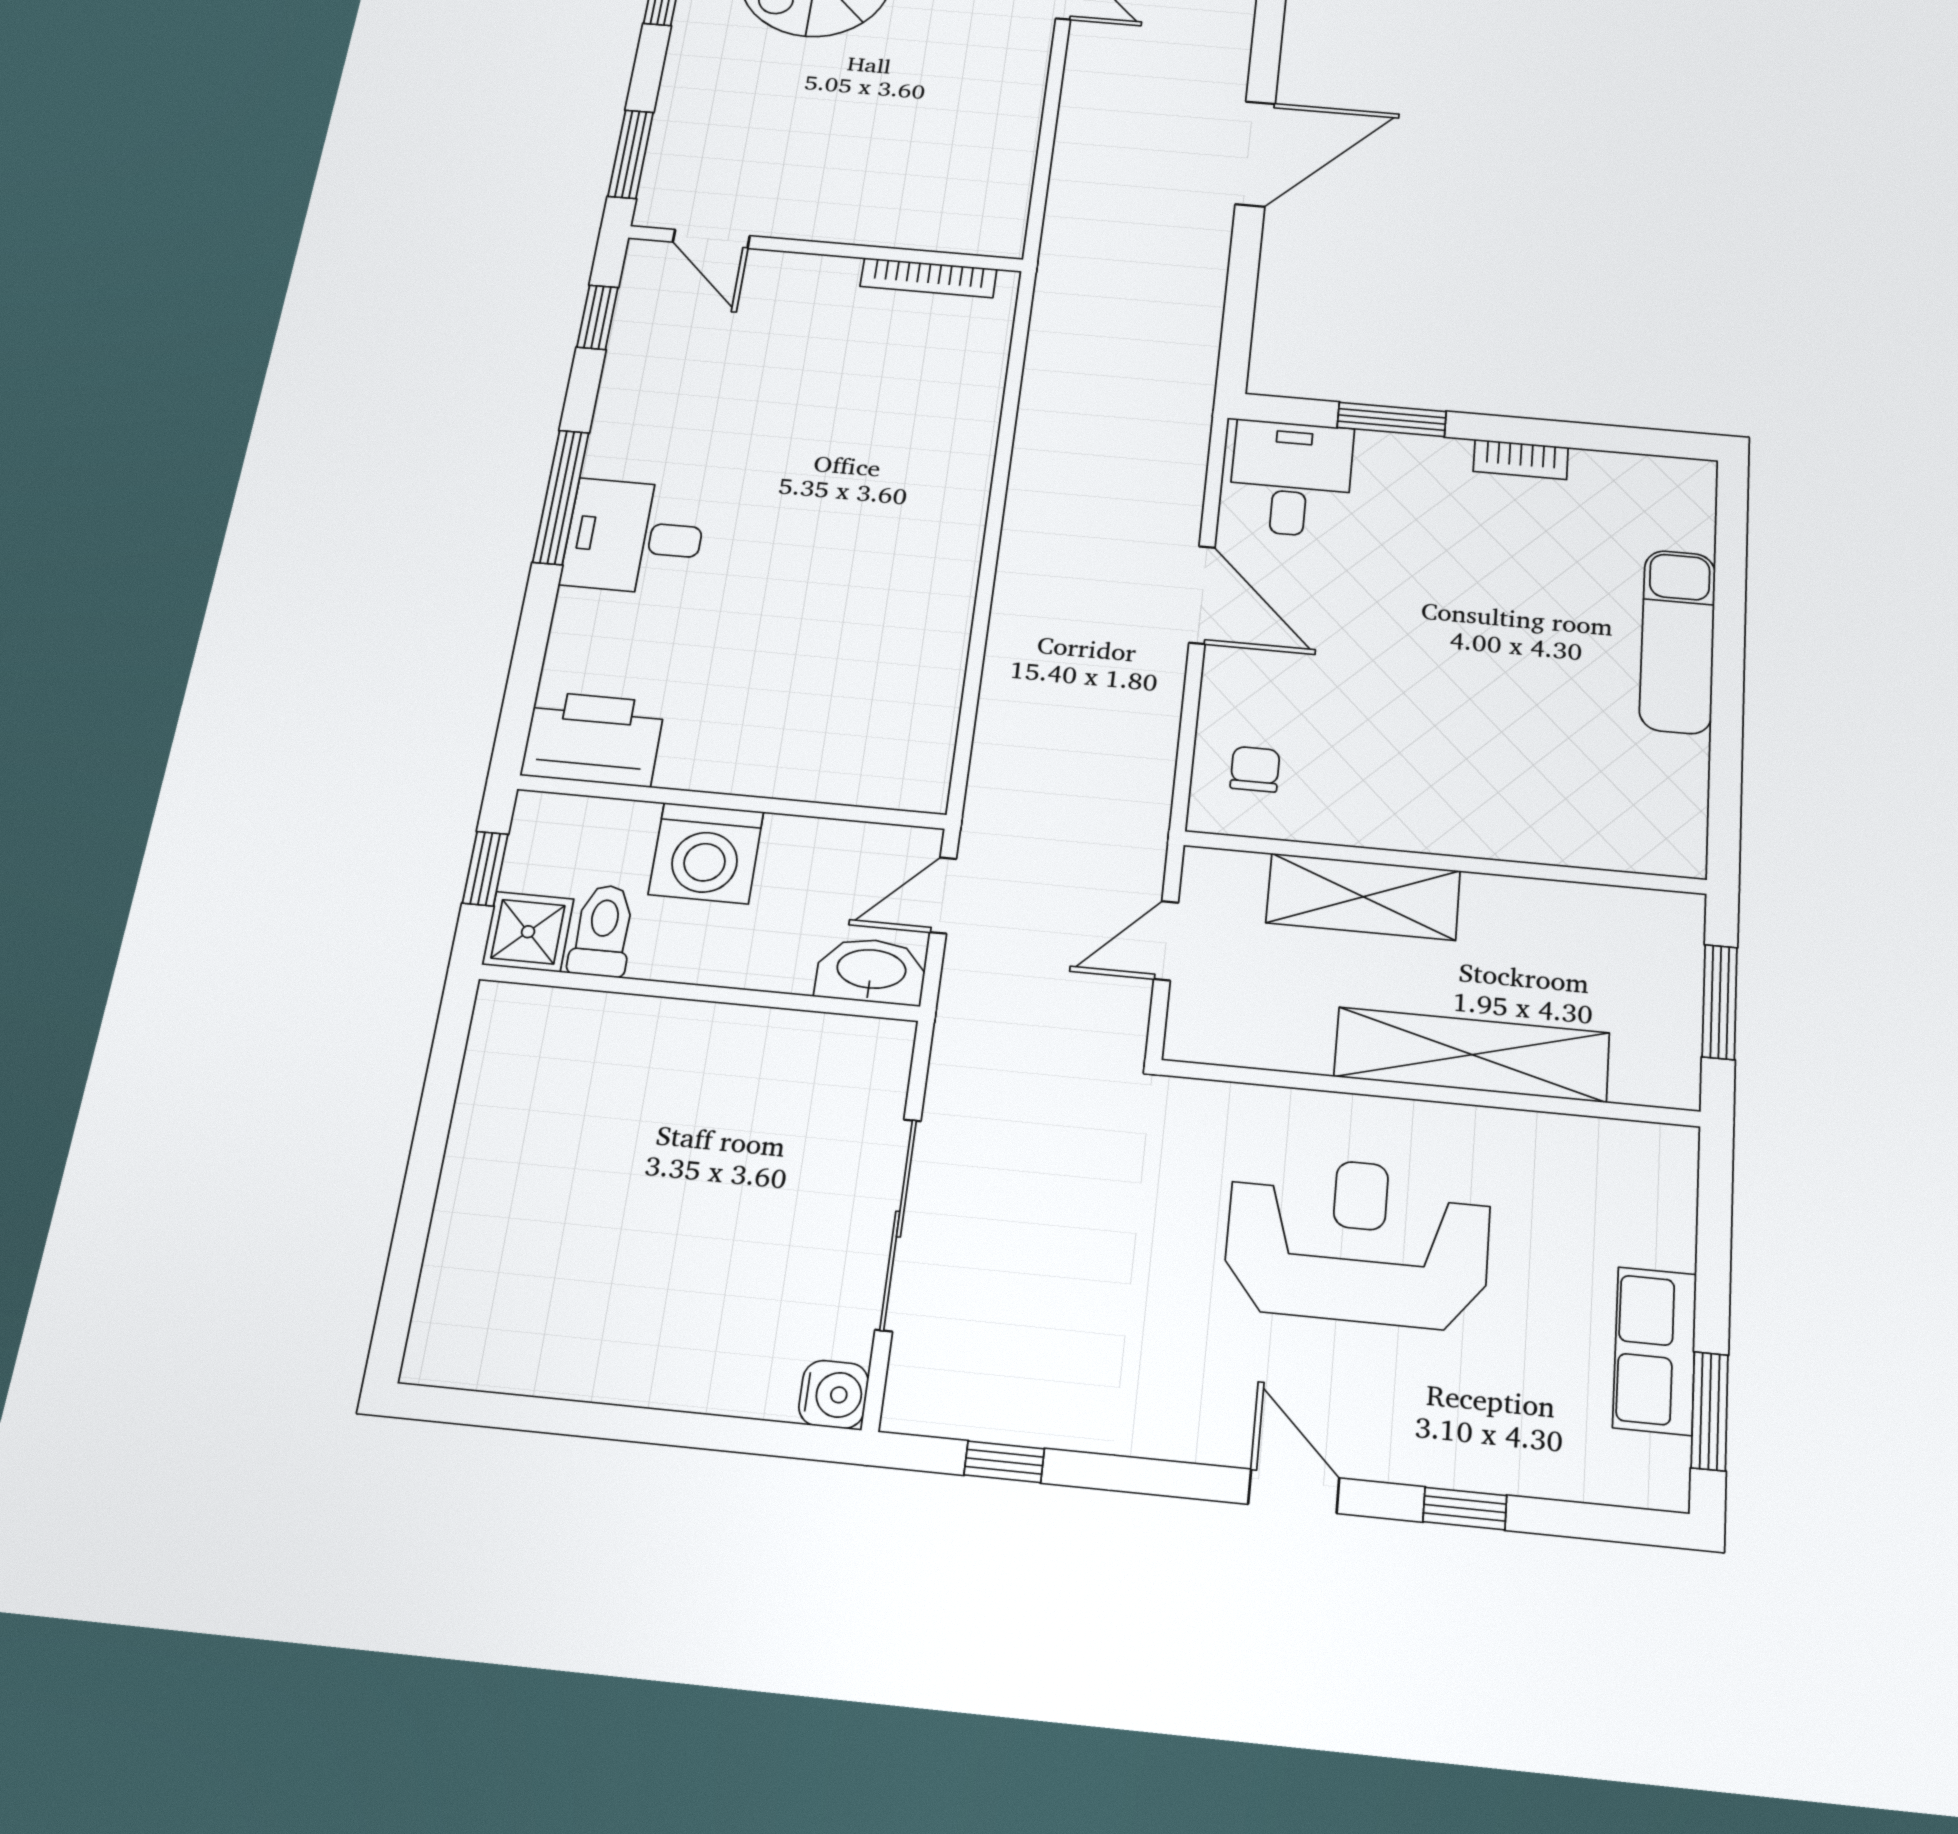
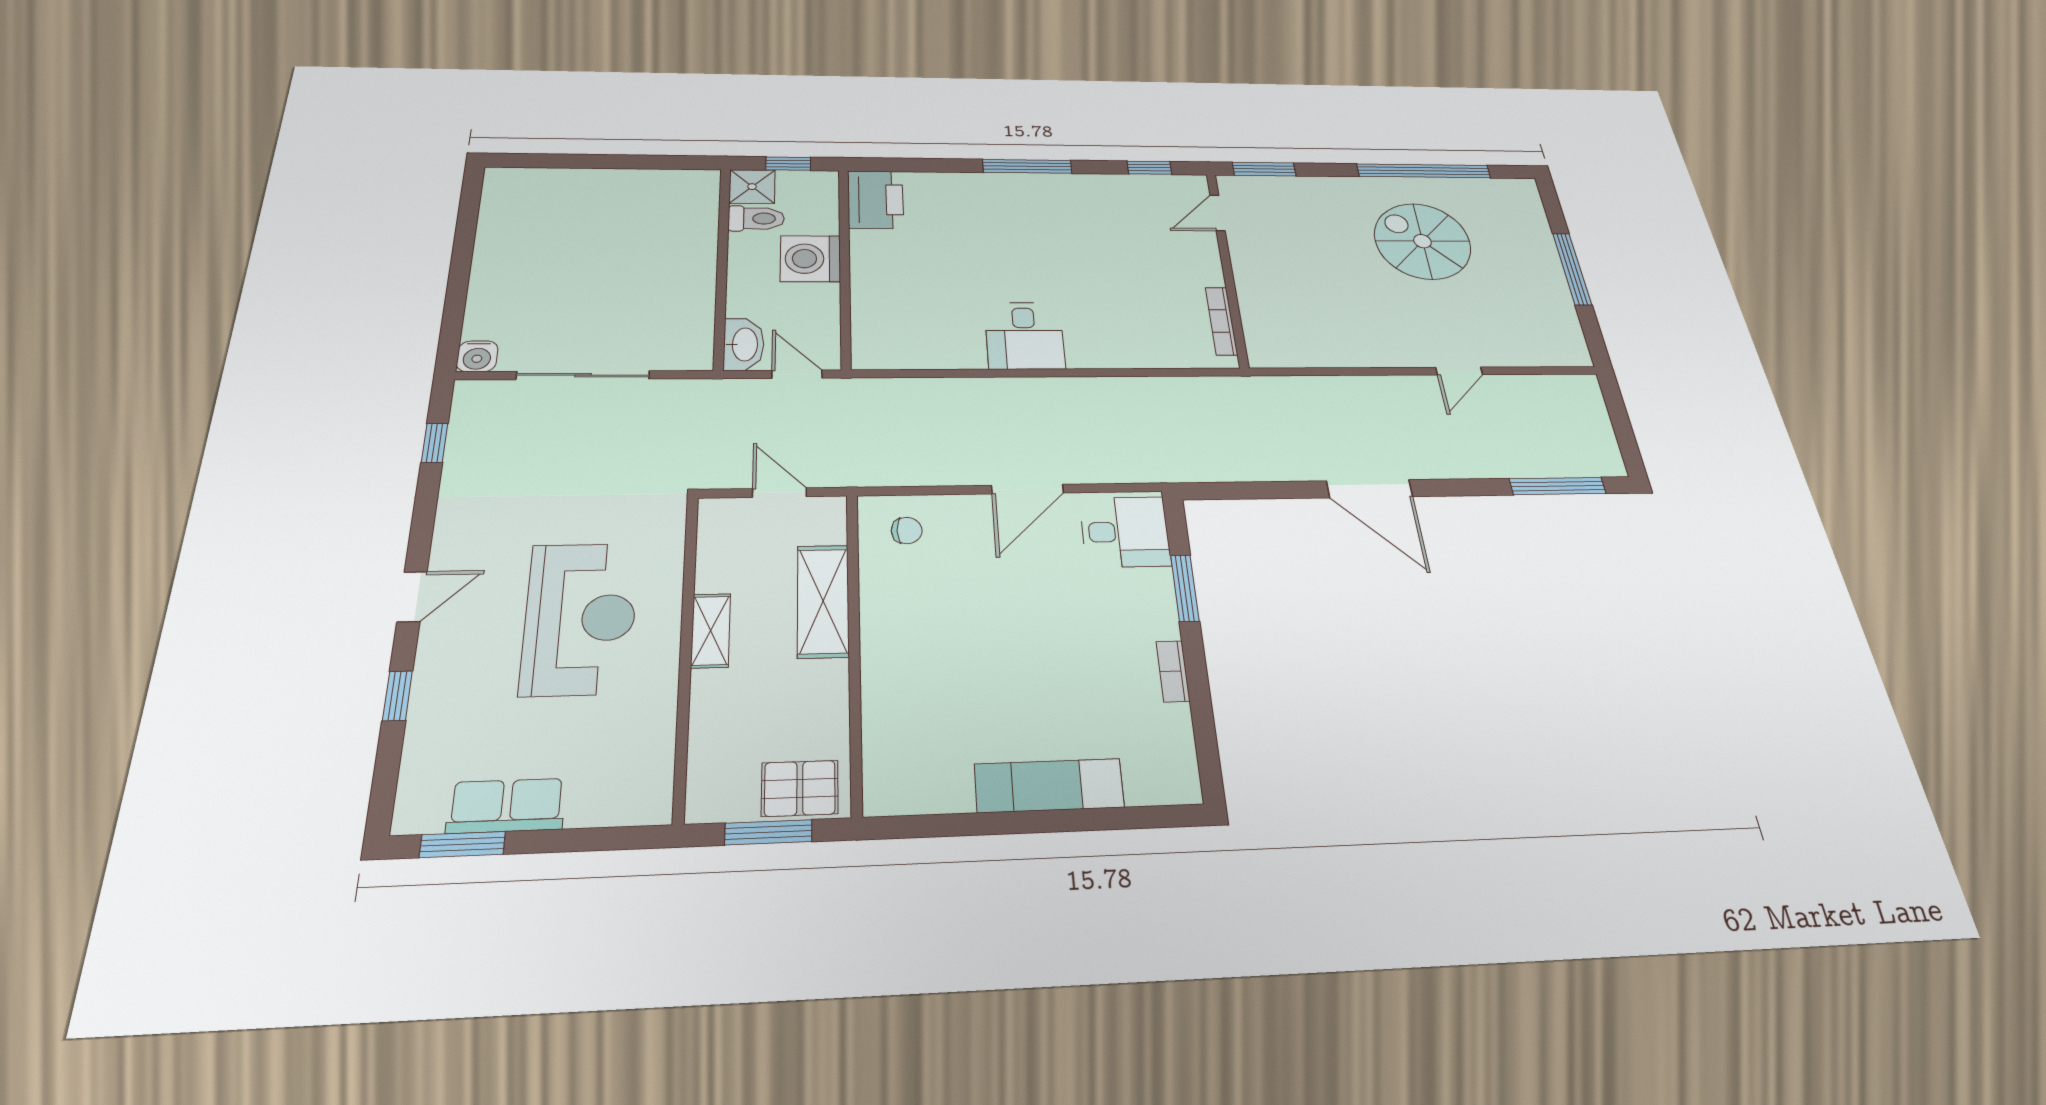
desk: (634, 537) -> (1025, 336), moved, turned 180
pallet: (1658, 956) -> (800, 788), added
shelving: (1472, 1055) -> (711, 630), width x0.45, depth x0.75

